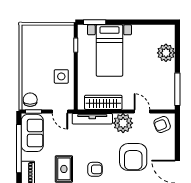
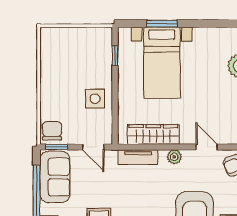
window: (95, 22) -> (162, 24), moved
tv unit: (92, 119) -> (138, 157), width x0.71
plant: (123, 123) -> (174, 157), width x0.53, depth x0.53

